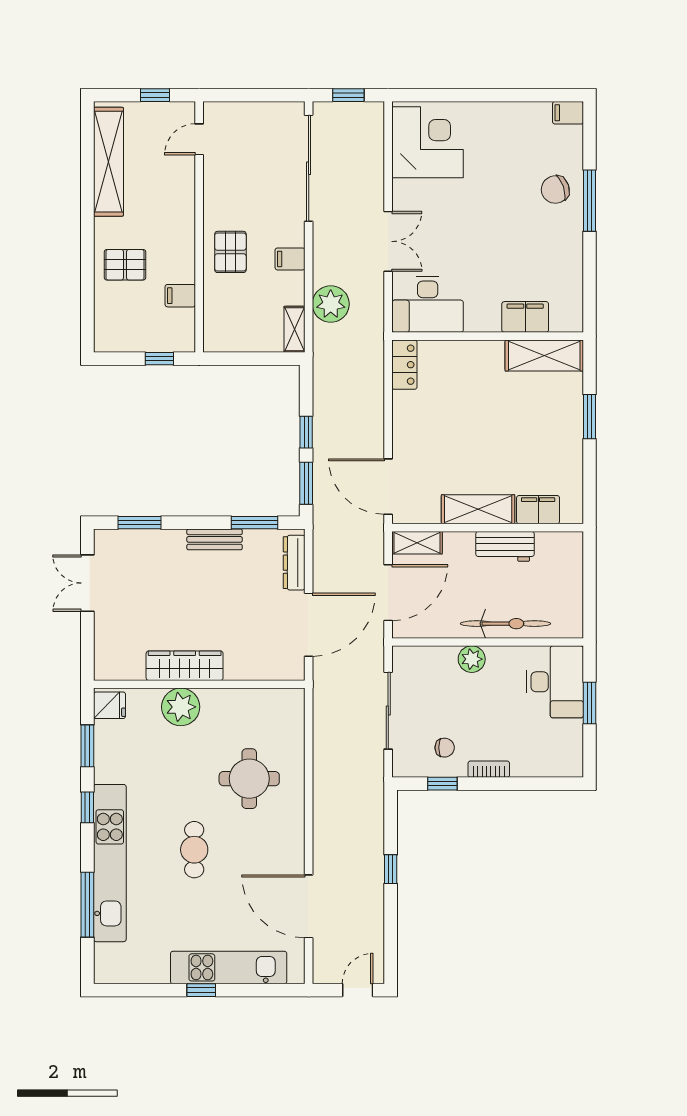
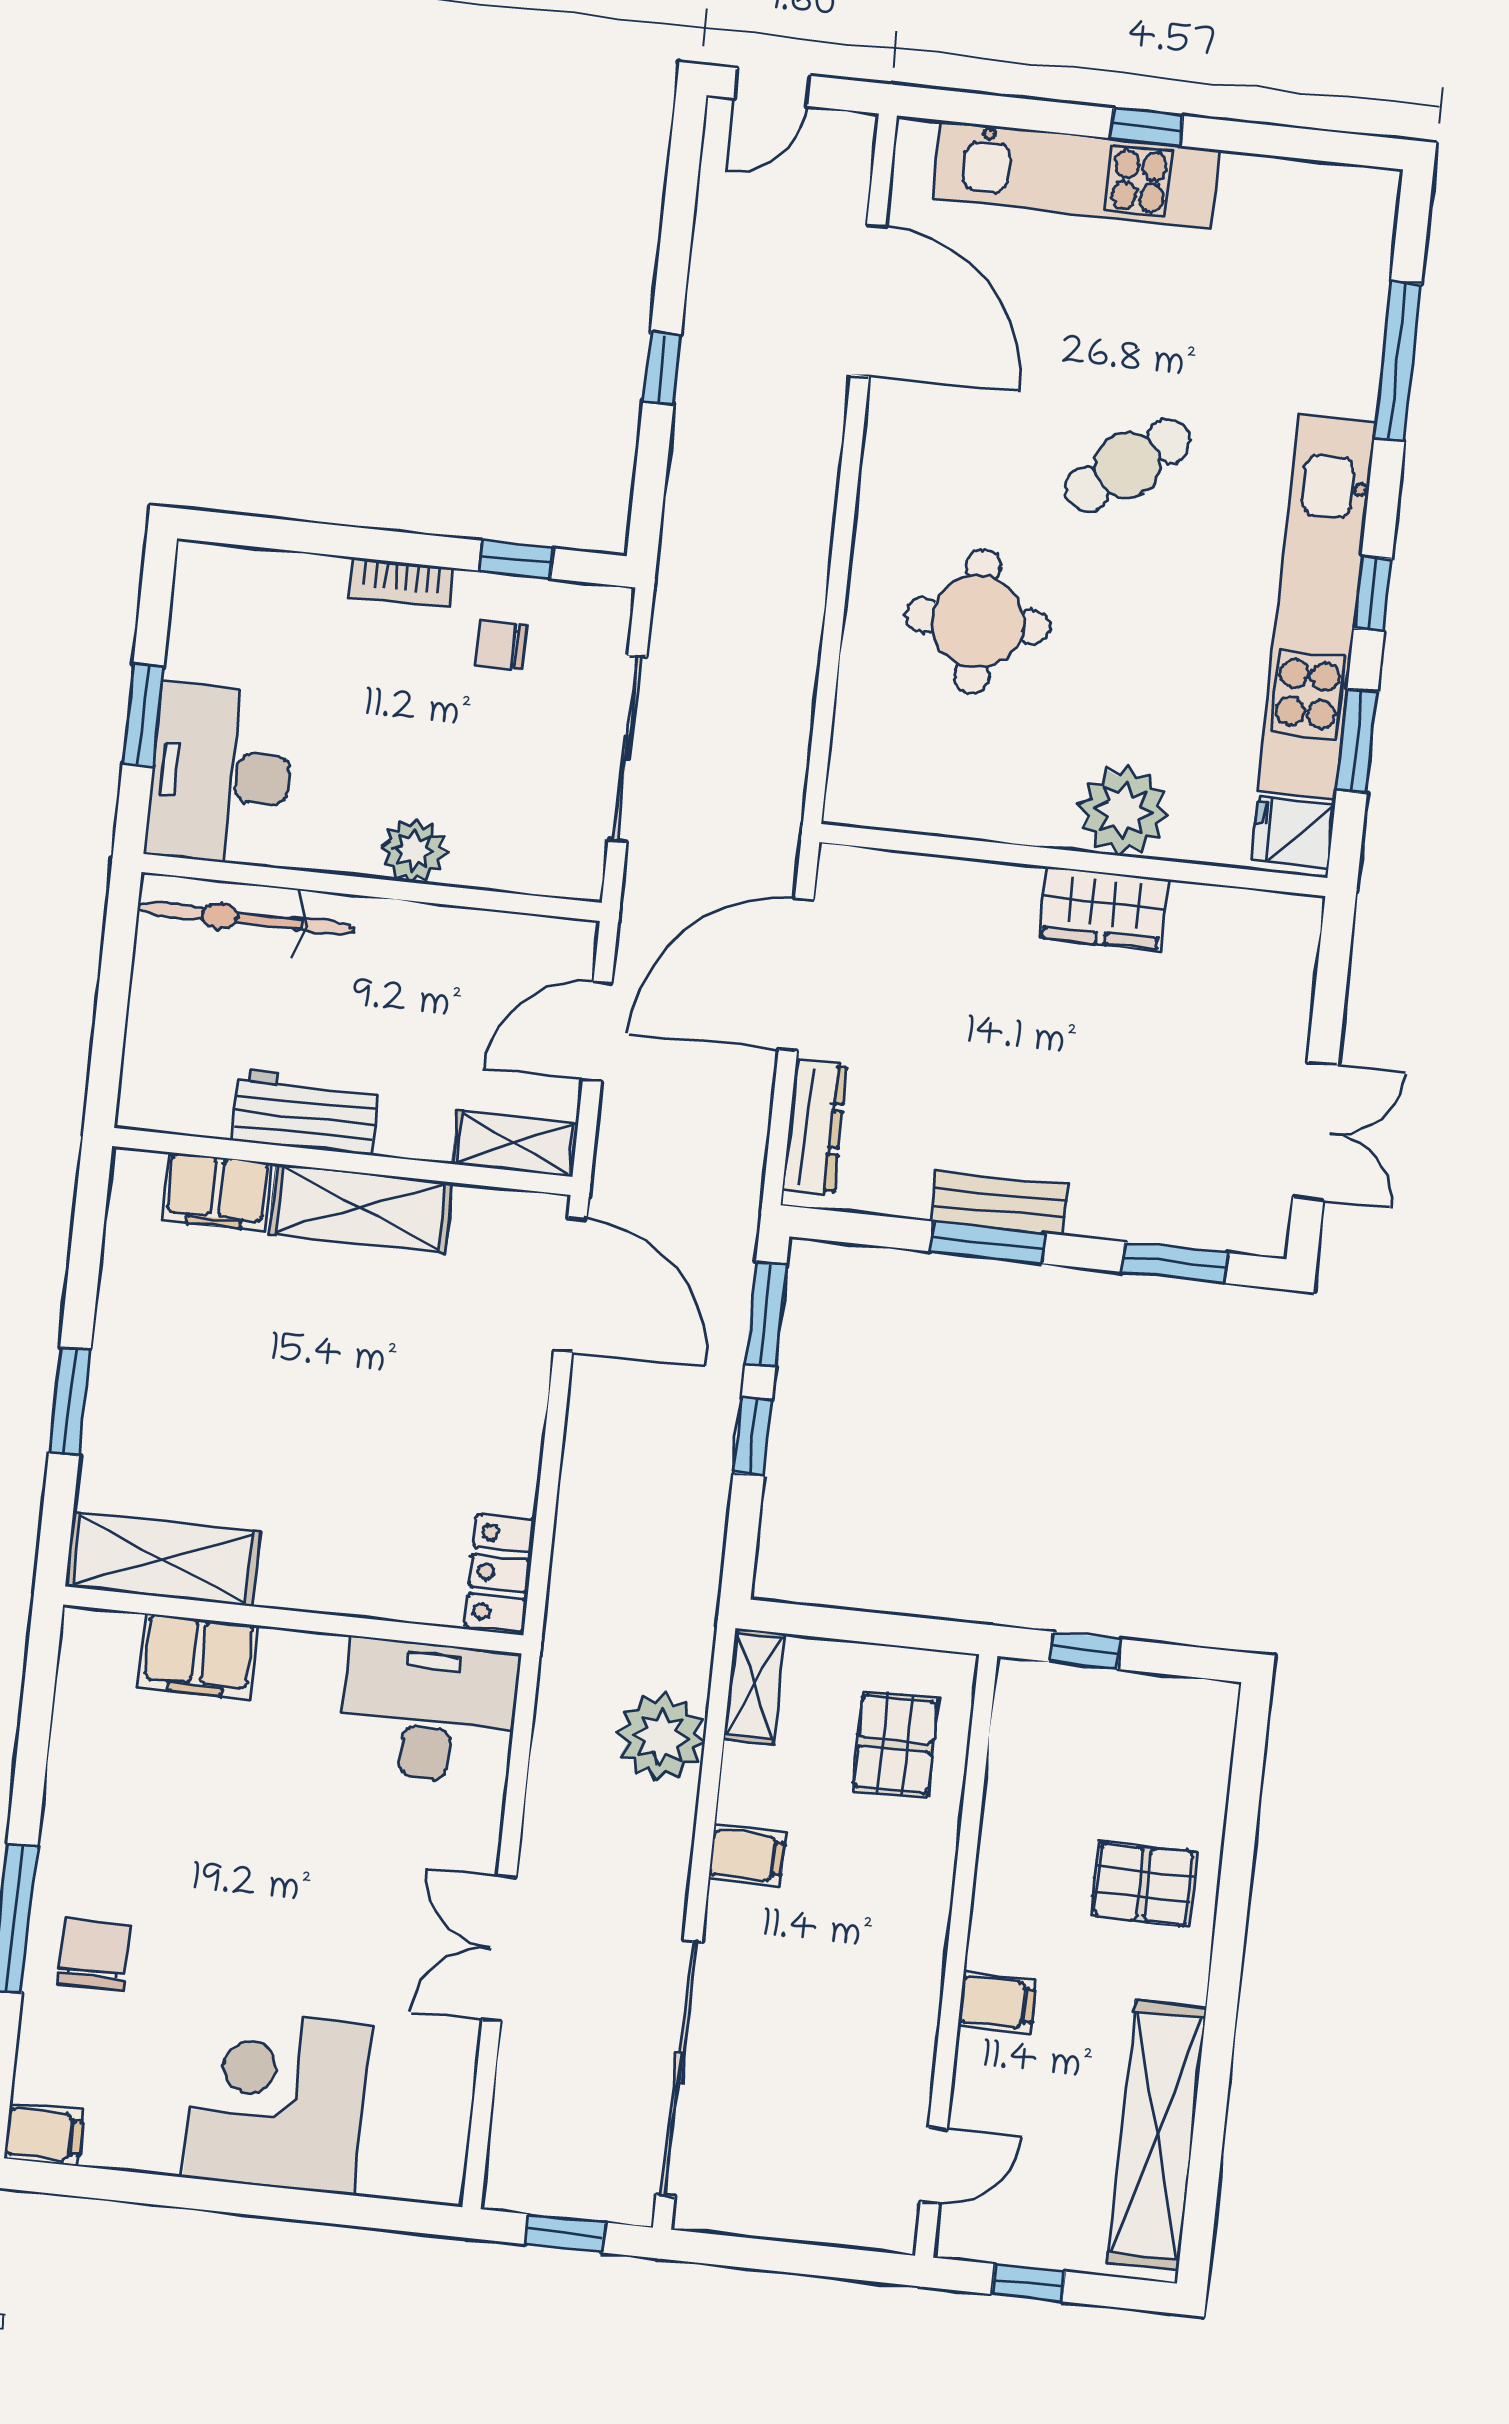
corner desk: (428, 142) -> (277, 2101), moved, turned 90
chair: (555, 190) -> (94, 1954), turned -71
double door: (388, 241) -> (499, 1949), moved
pallet: (230, 252) -> (895, 1744), moved
filing cabinet: (180, 296) -> (997, 2002), moved
window: (254, 523) -> (988, 1242), moved
door: (388, 593) -> (597, 1031), width x0.73
bicycle: (506, 624) -> (246, 919), moved
wardrobe: (185, 666) -> (1103, 908), width x0.67
cafe table: (194, 850) -> (1128, 465), turned 53
kitchen unit: (110, 863) -> (1317, 607), moved

